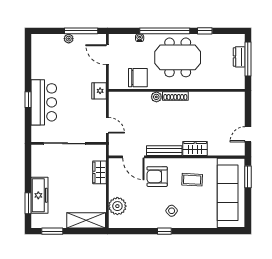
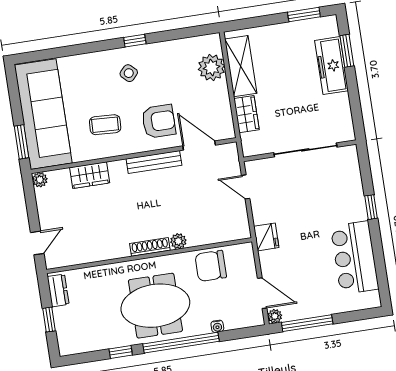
plant: (69, 39) -> (275, 316), moved
dresser: (239, 57) -> (58, 290), moved
window: (248, 59) -> (49, 320), width x0.46
bar counter: (44, 102) -> (355, 258), moved
door: (248, 134) -> (37, 243), moved
wardrobe: (195, 149) -> (90, 175), moved
plant: (240, 151) -> (40, 180), added
shelving: (86, 220) -> (241, 66), moved, turned 90

